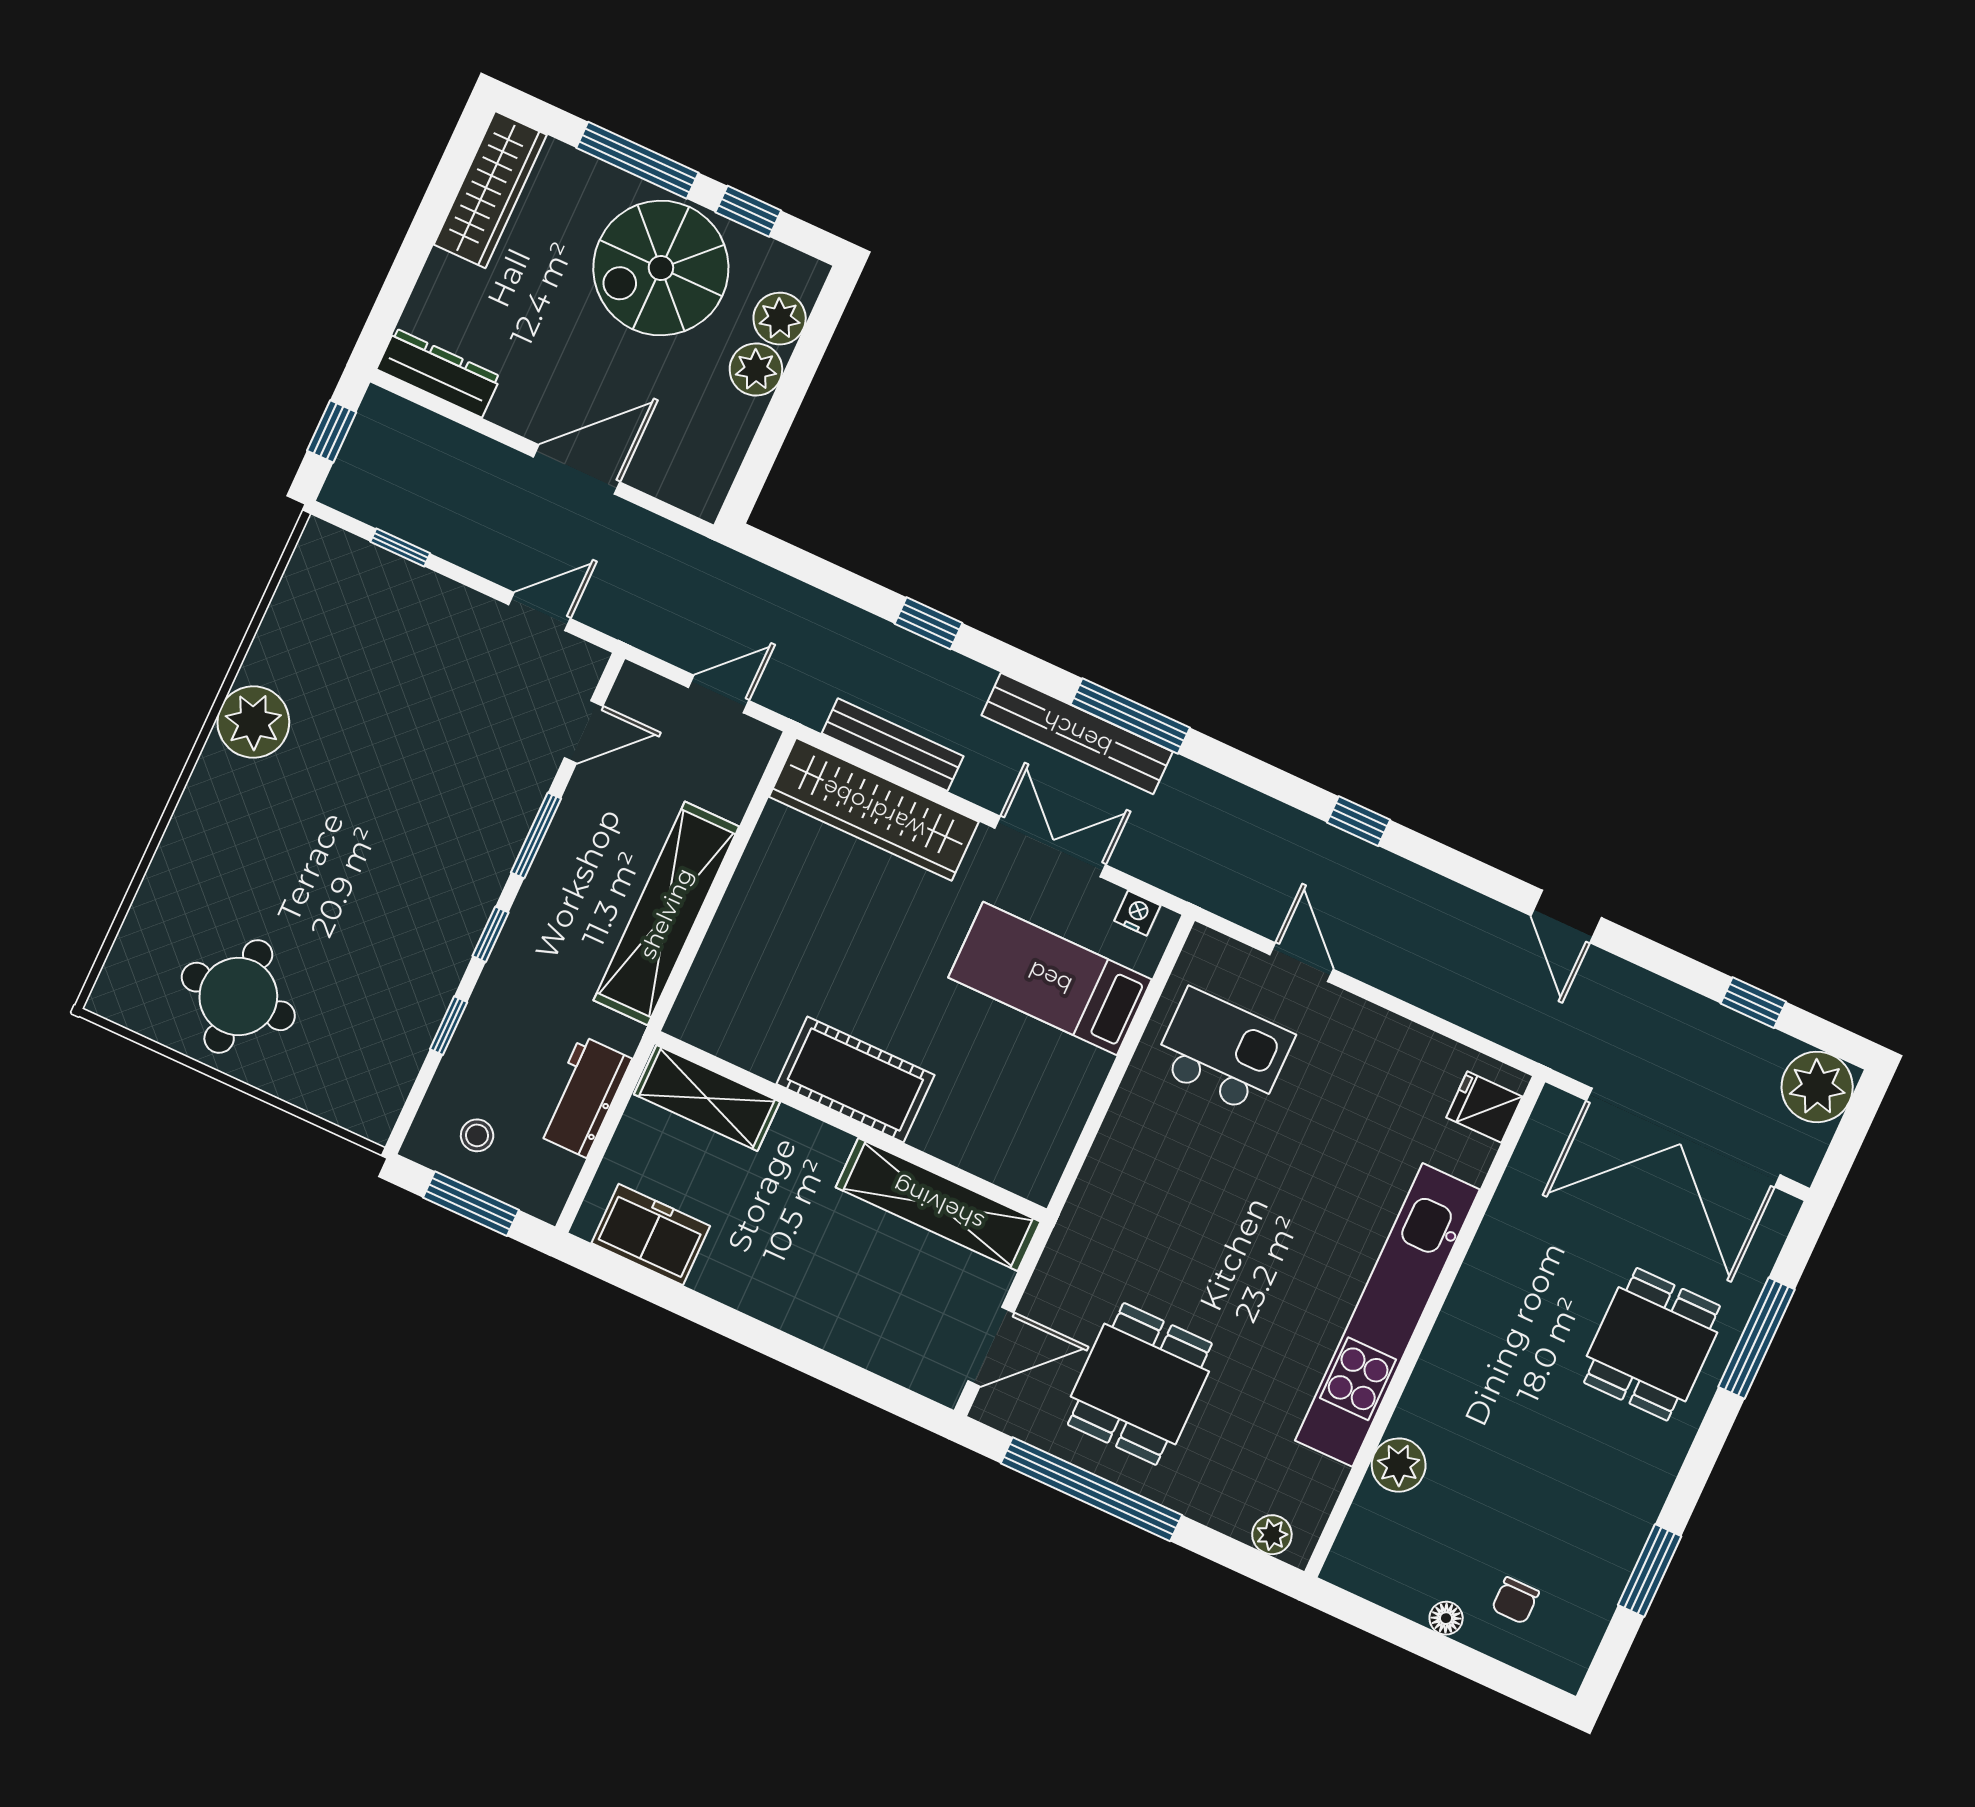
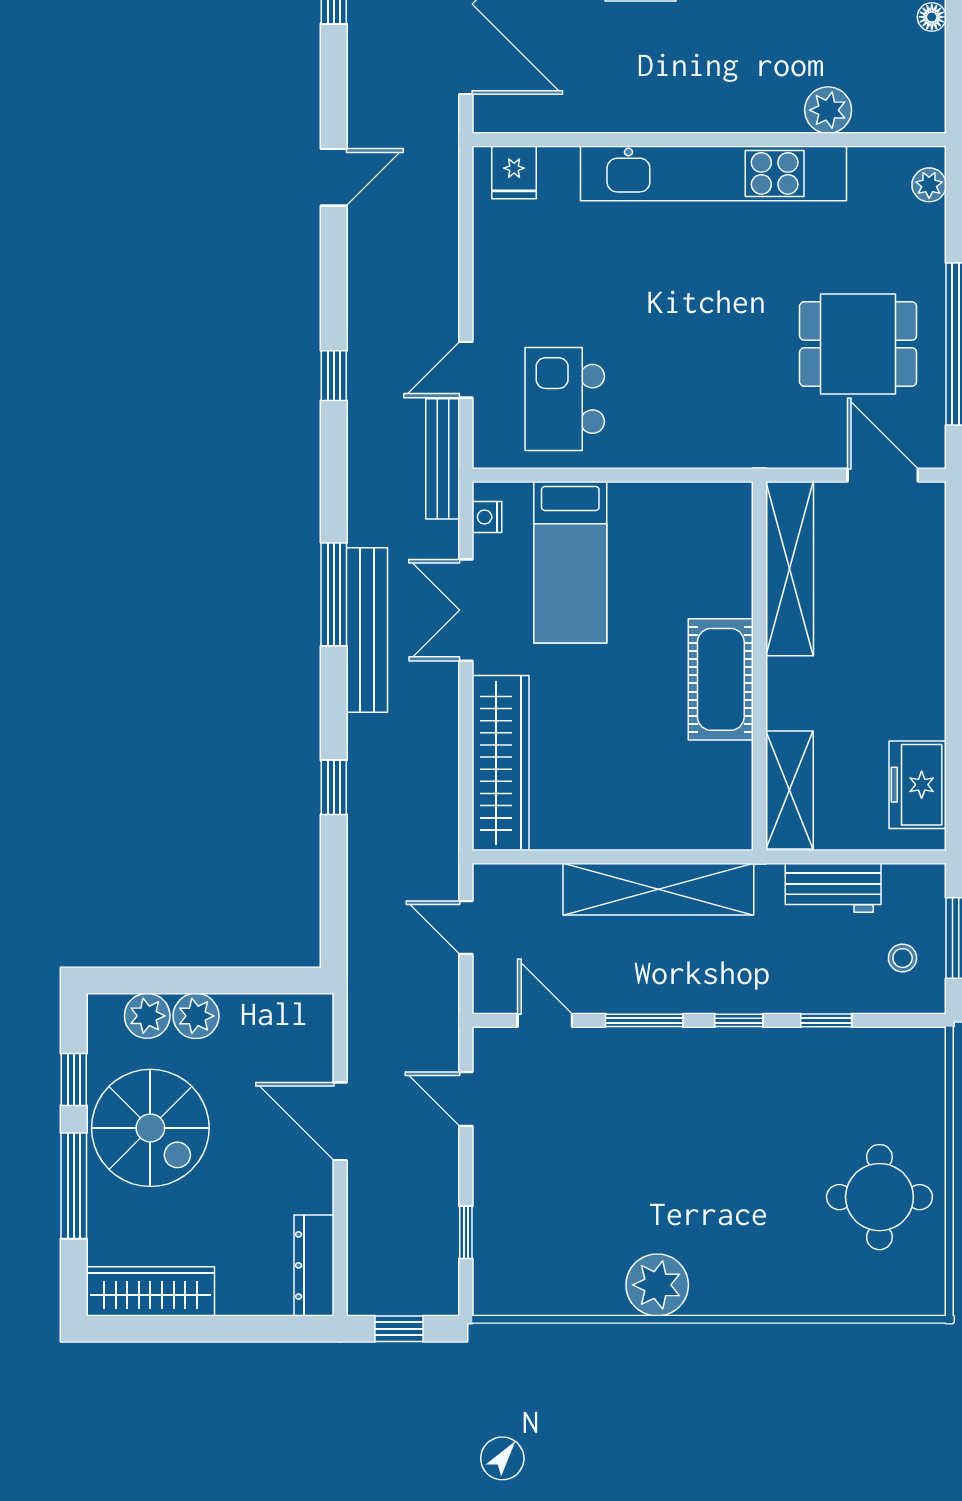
bench: (893, 745) -> (443, 459), moved

